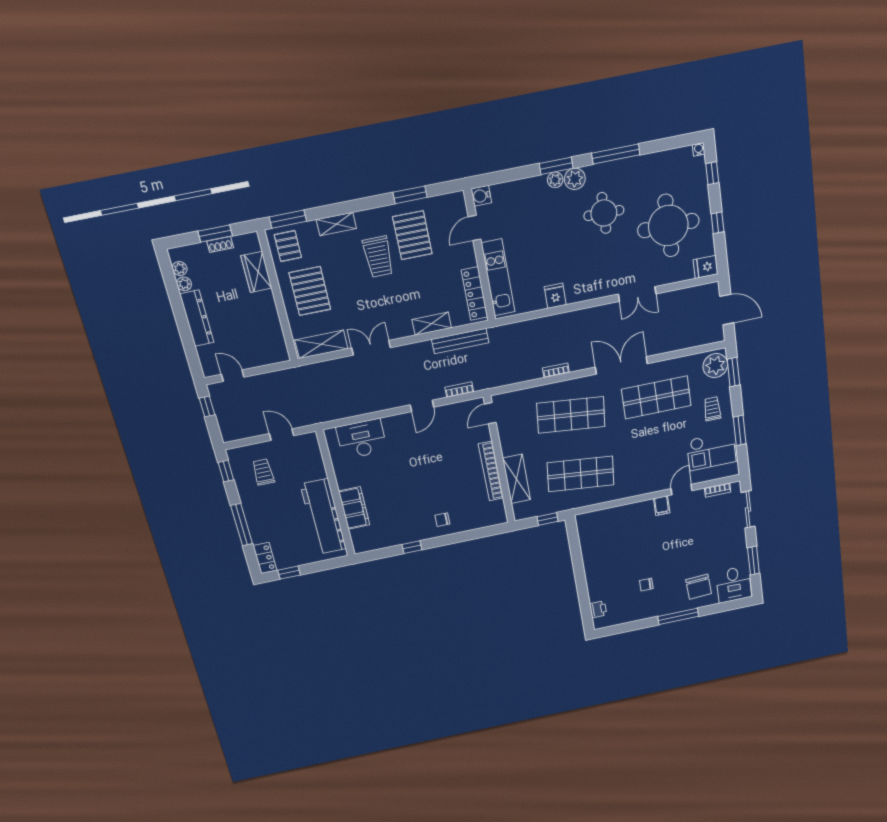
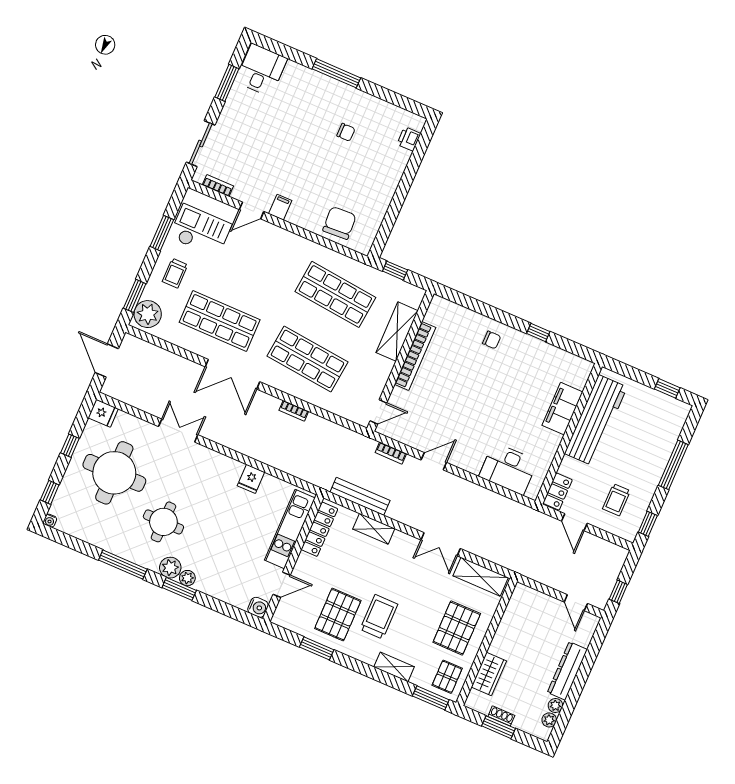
locker: (265, 558) -> (558, 492), moved, turned 180
chair: (699, 587) -> (339, 223), moved

